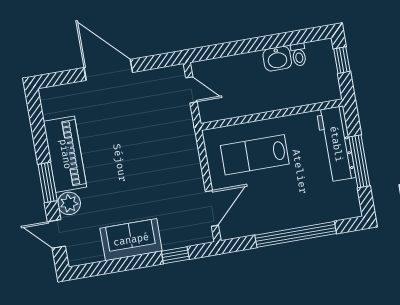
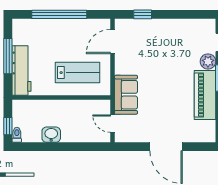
toilet: (299, 55) -> (17, 135), moved
sofa: (131, 240) -> (126, 95), moved, turned -90

